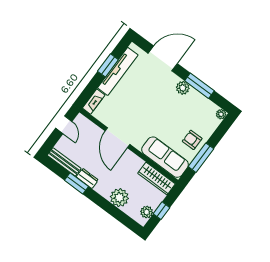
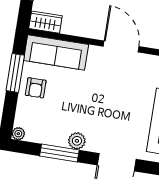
armchair: (192, 140) -> (36, 88), turned 90
wardrobe: (156, 179) -> (45, 22), width x0.67

